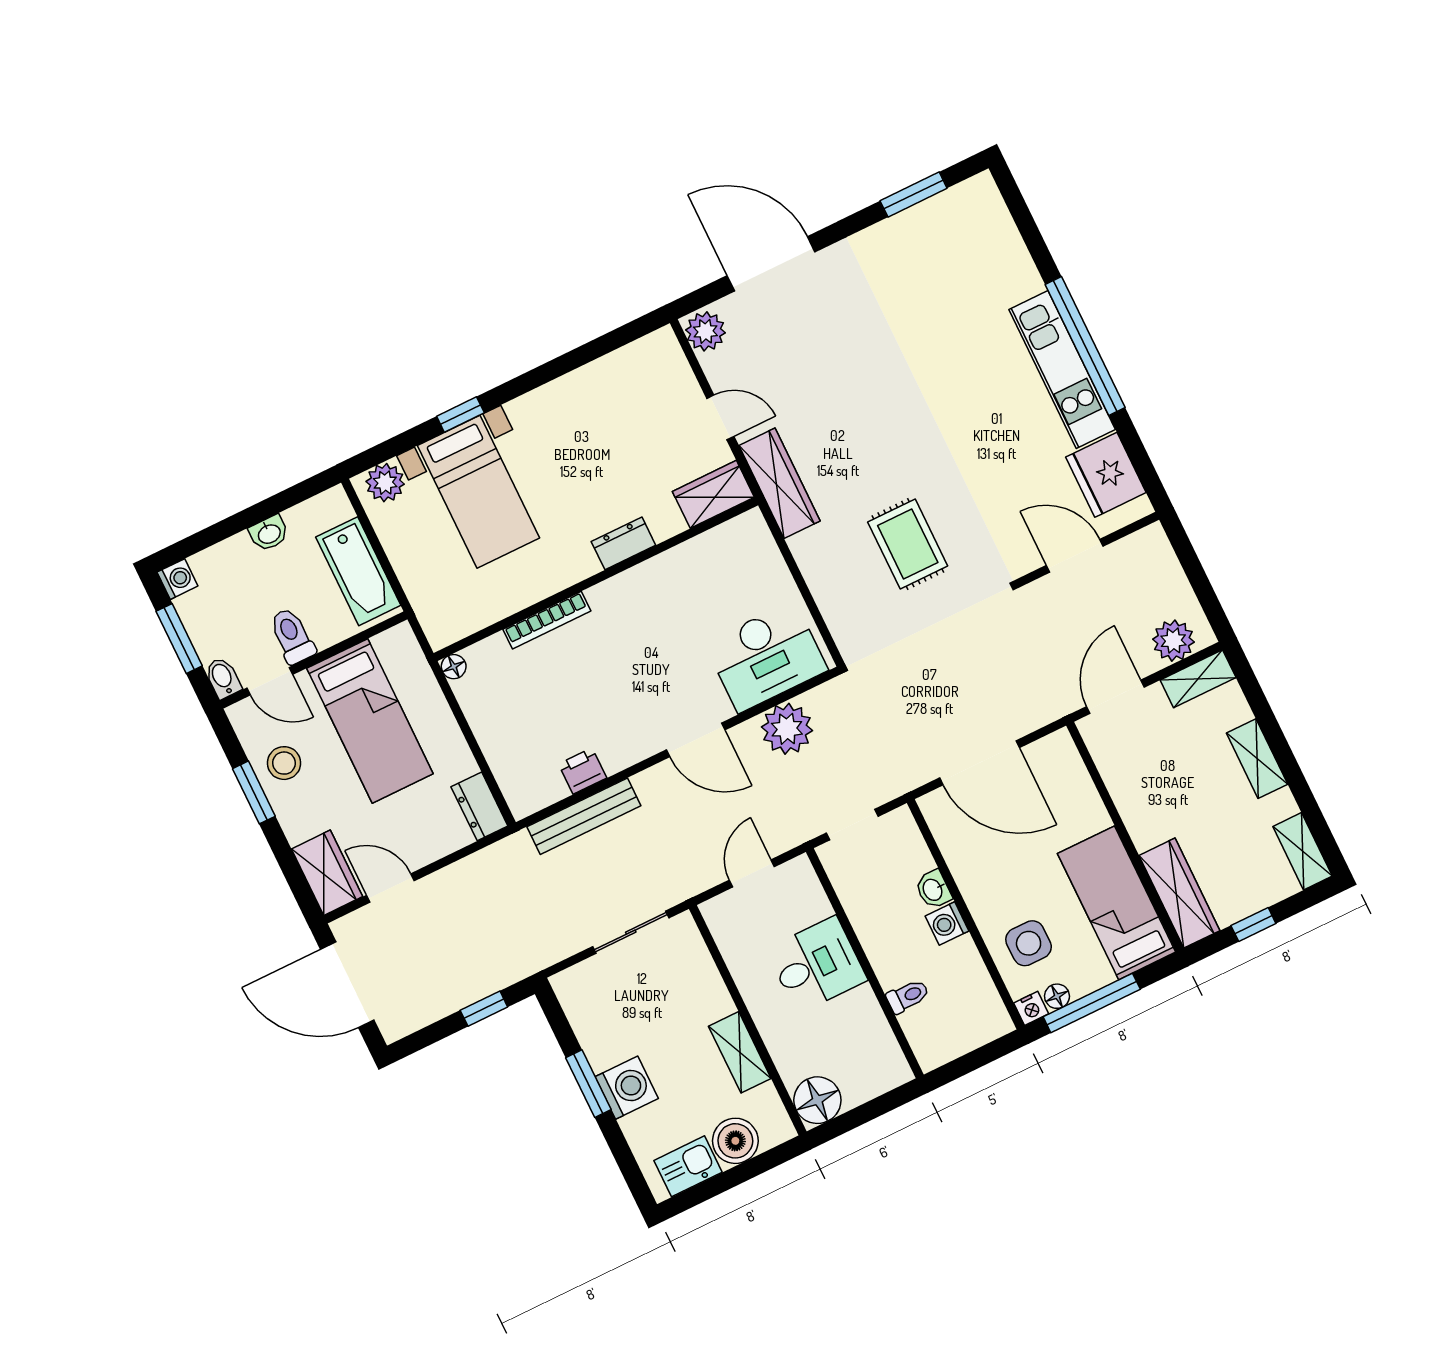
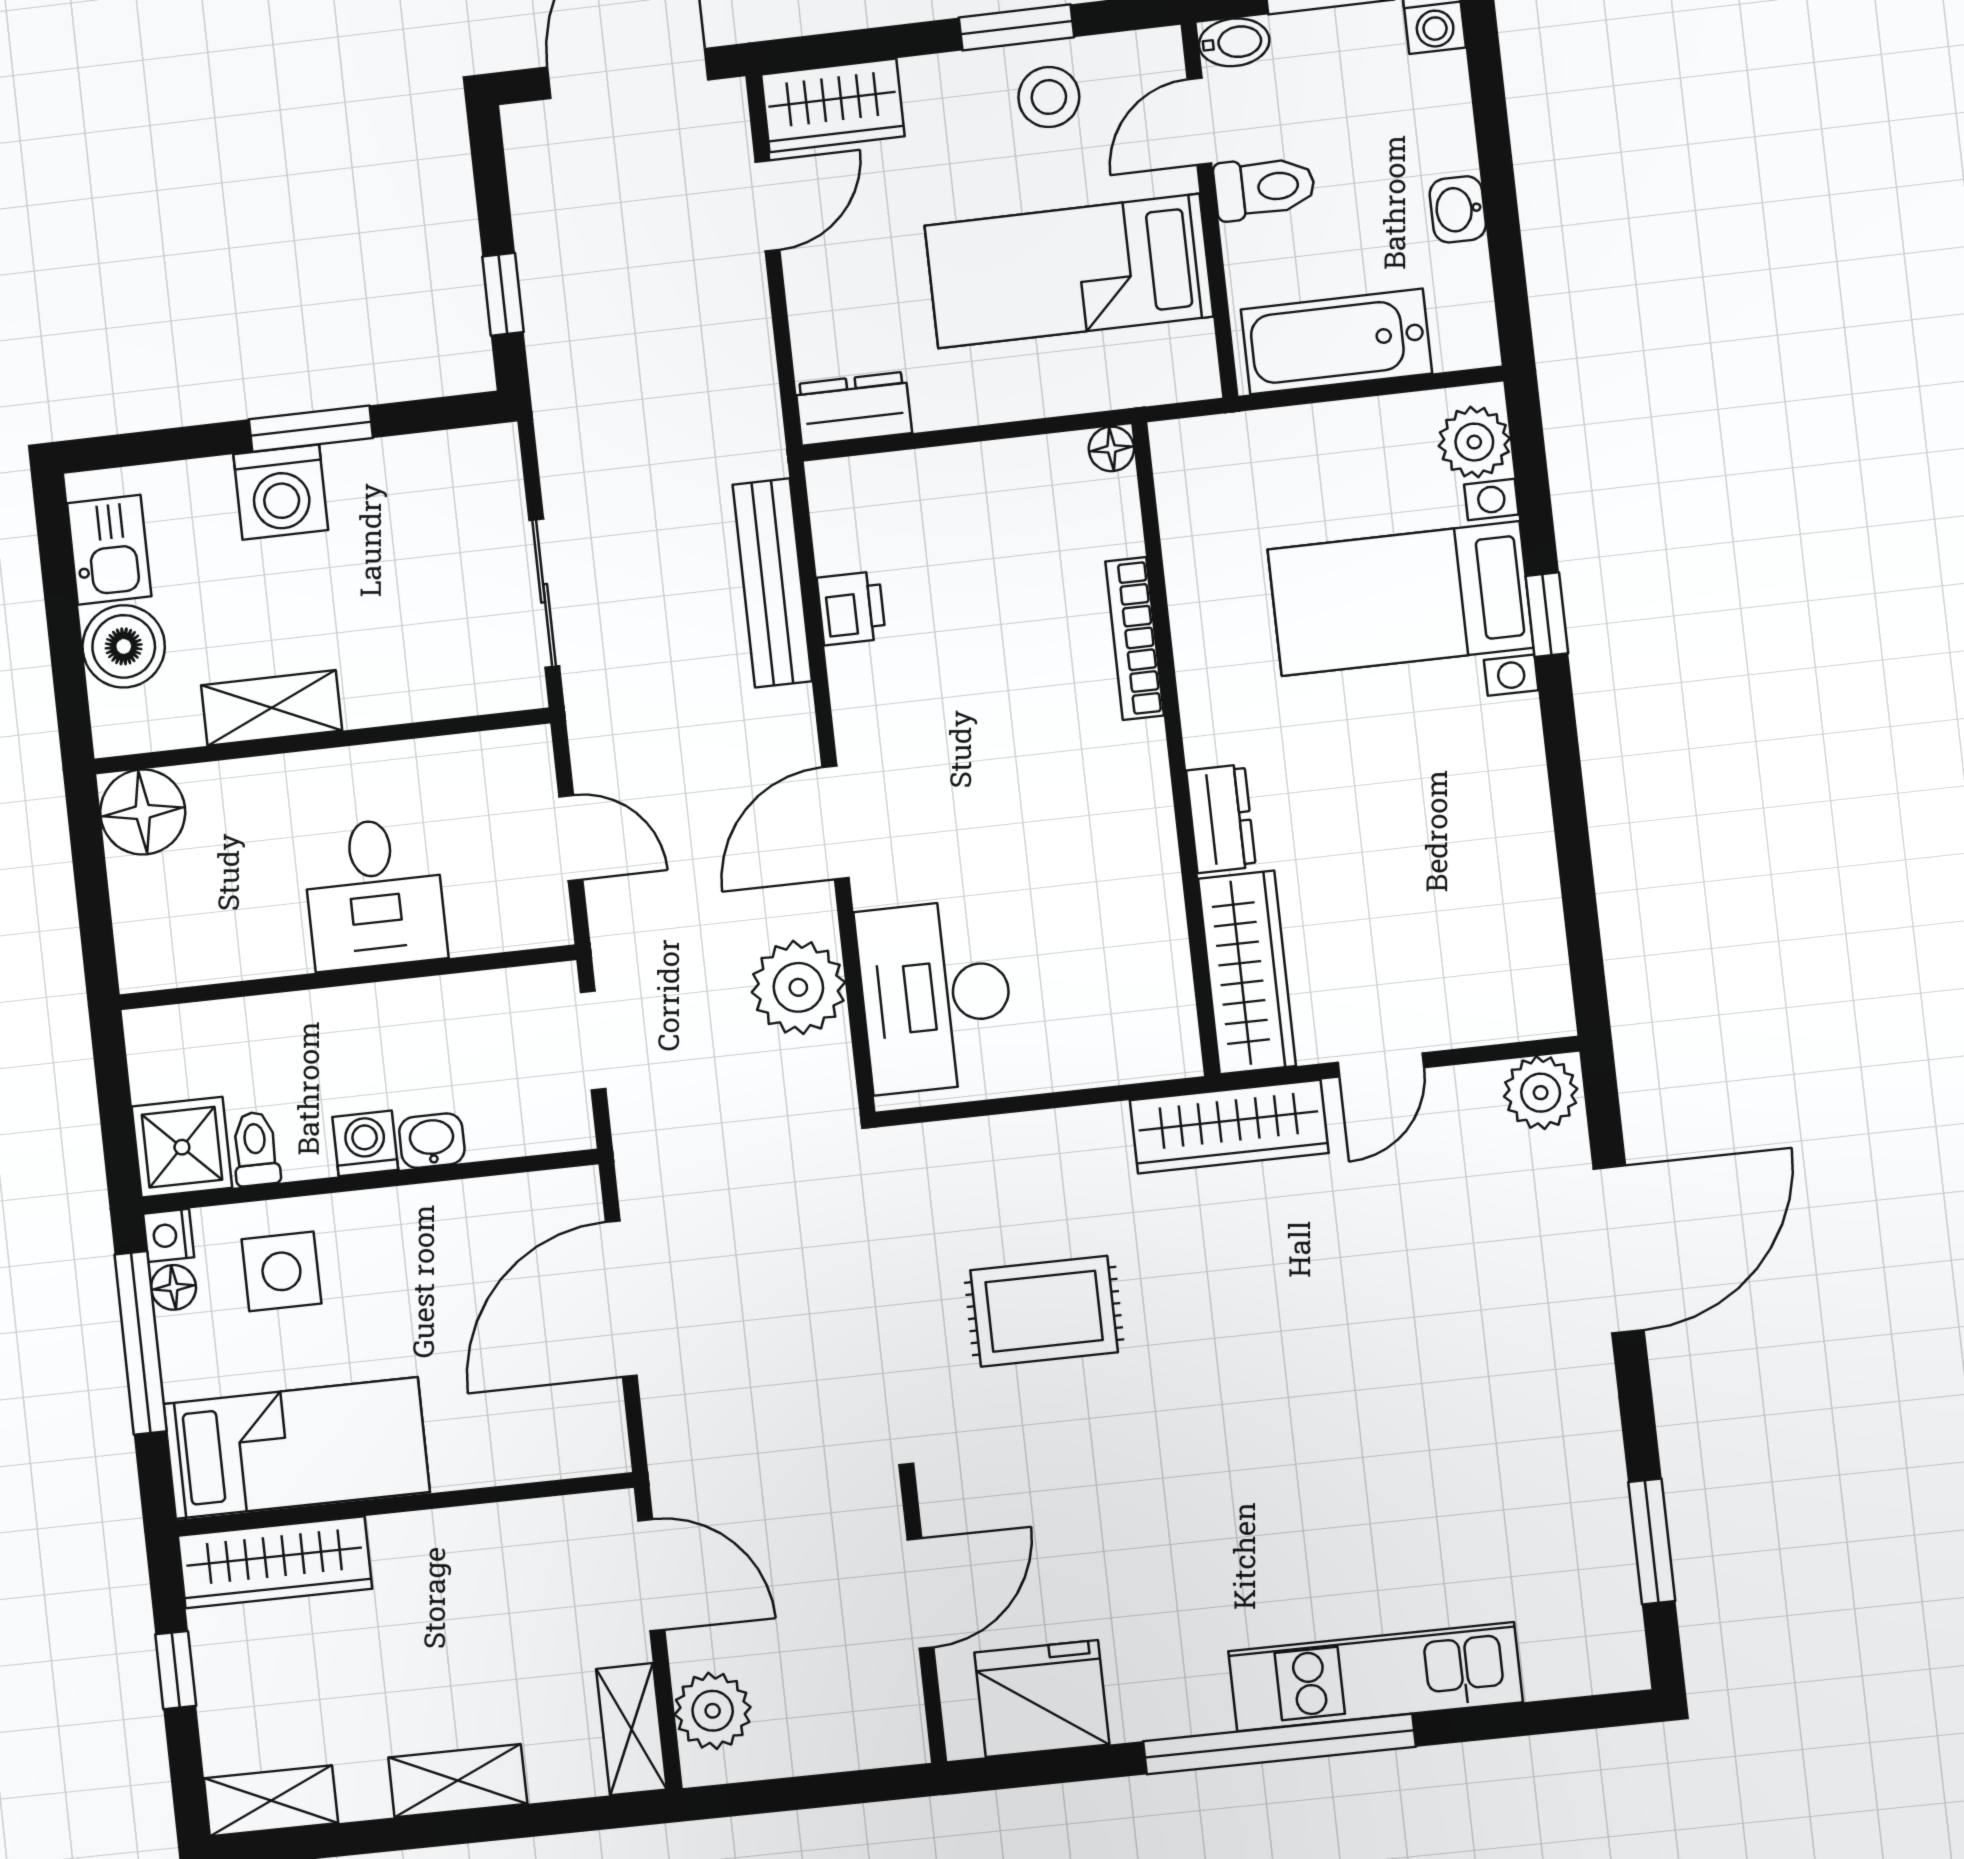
kitchen unit: (1062, 369) -> (1375, 1677), moved
wardrobe: (713, 494) -> (1247, 972), width x1.50
toilet: (908, 996) -> (256, 1149), moved, turned 180
shower: (983, 1018) -> (182, 1147), added

